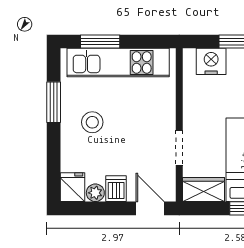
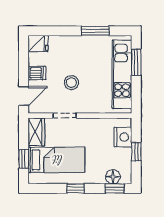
stool: (92, 122) -> (71, 83), moved
plant: (95, 193) -> (34, 59), removed

